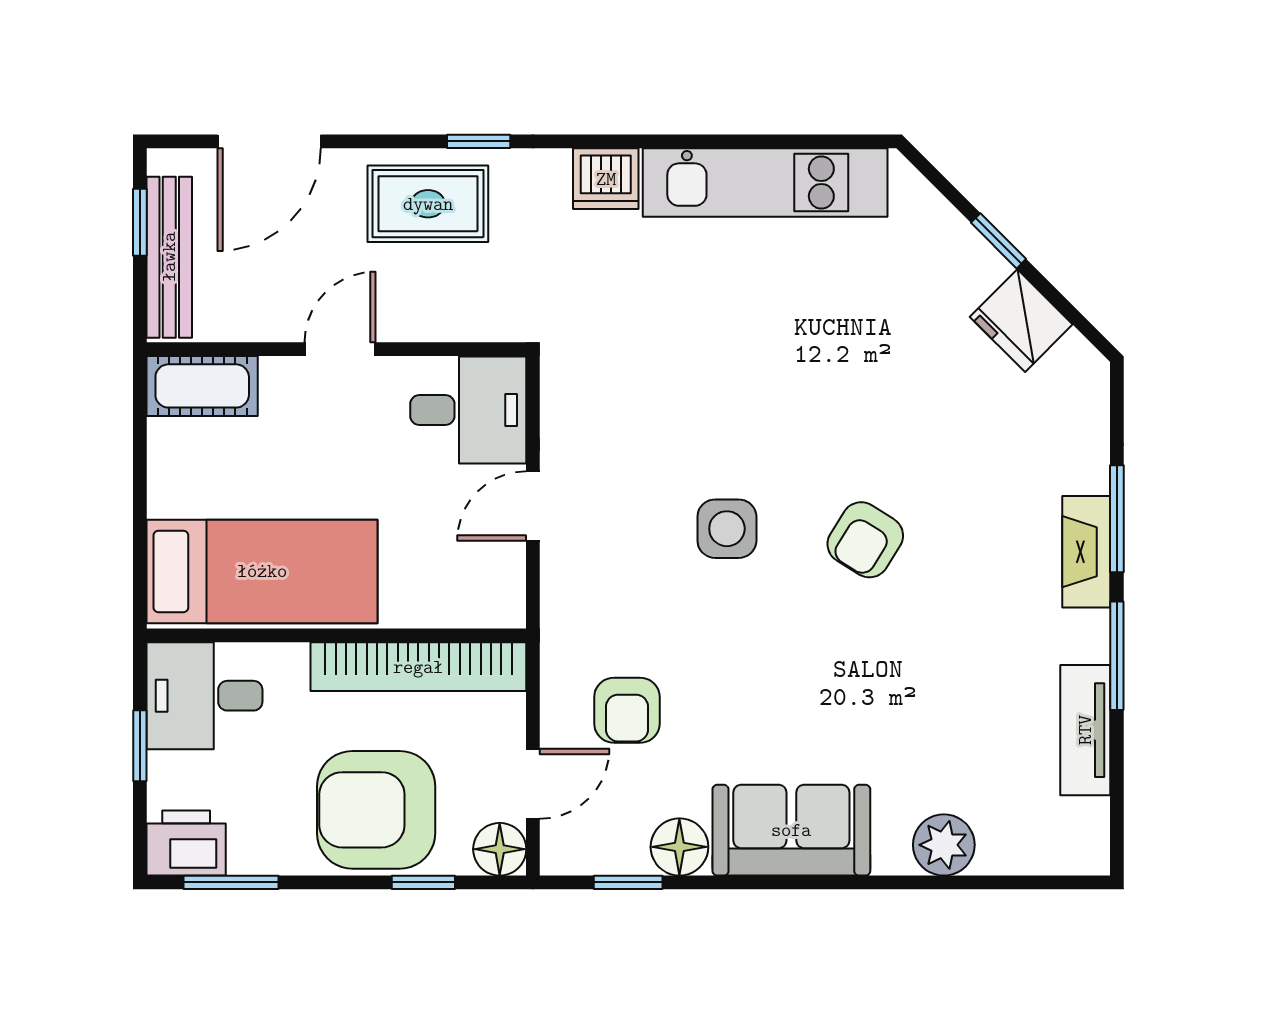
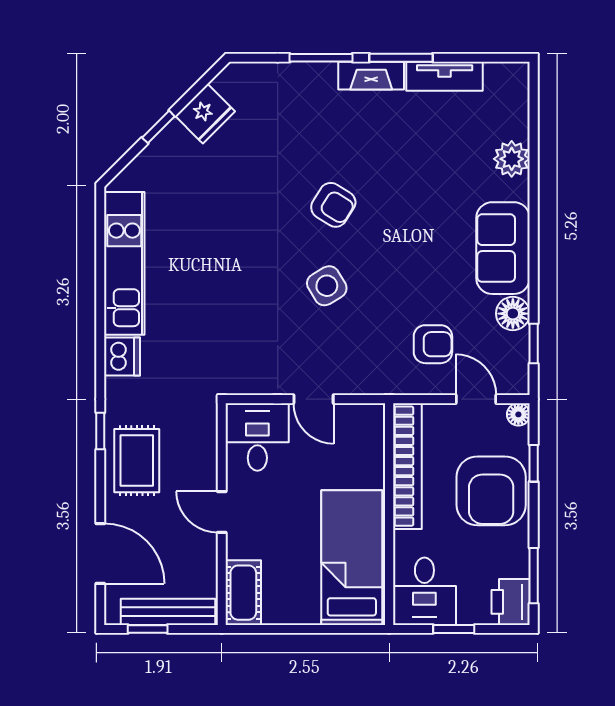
side table: (727, 529) -> (327, 286), turned -31
fireplace: (1086, 552) -> (371, 76), moved
floor lamp: (500, 849) -> (518, 414), width x0.73, depth x0.73

